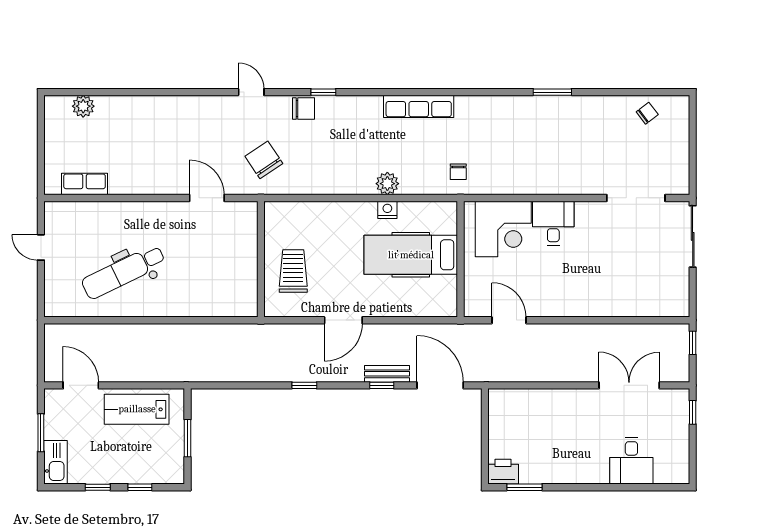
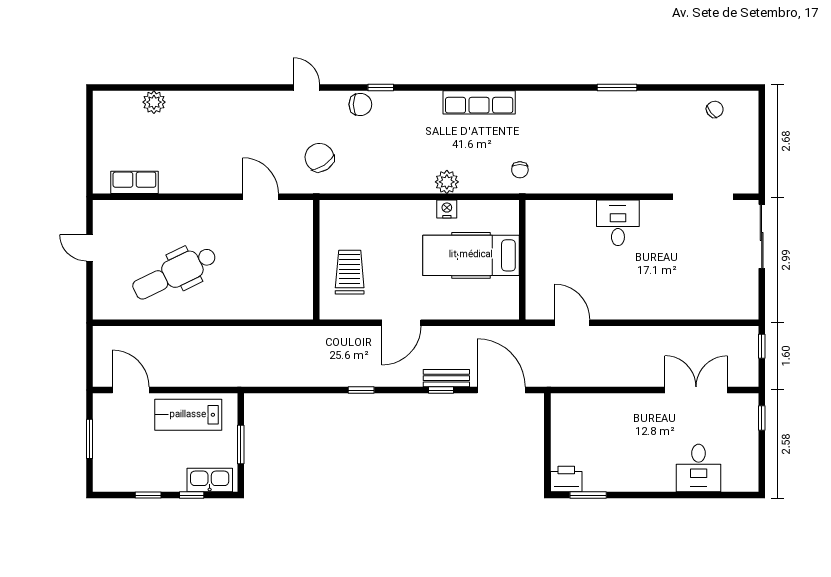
plant: (83, 106) -> (154, 102), moved
corner desk: (503, 229) -> (566, 229), removed
kitchen sink: (56, 462) -> (210, 480), moved, turned -90

